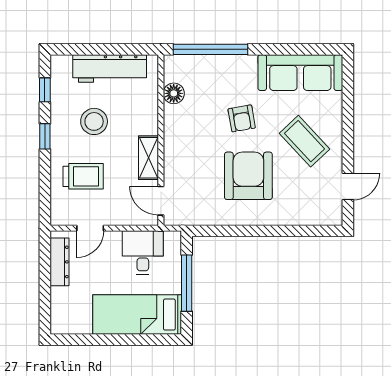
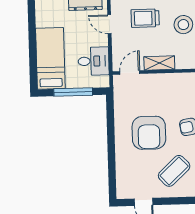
trolley: (83, 176) -> (145, 18), turned 90
armchair: (248, 176) -> (149, 133), turned 90

